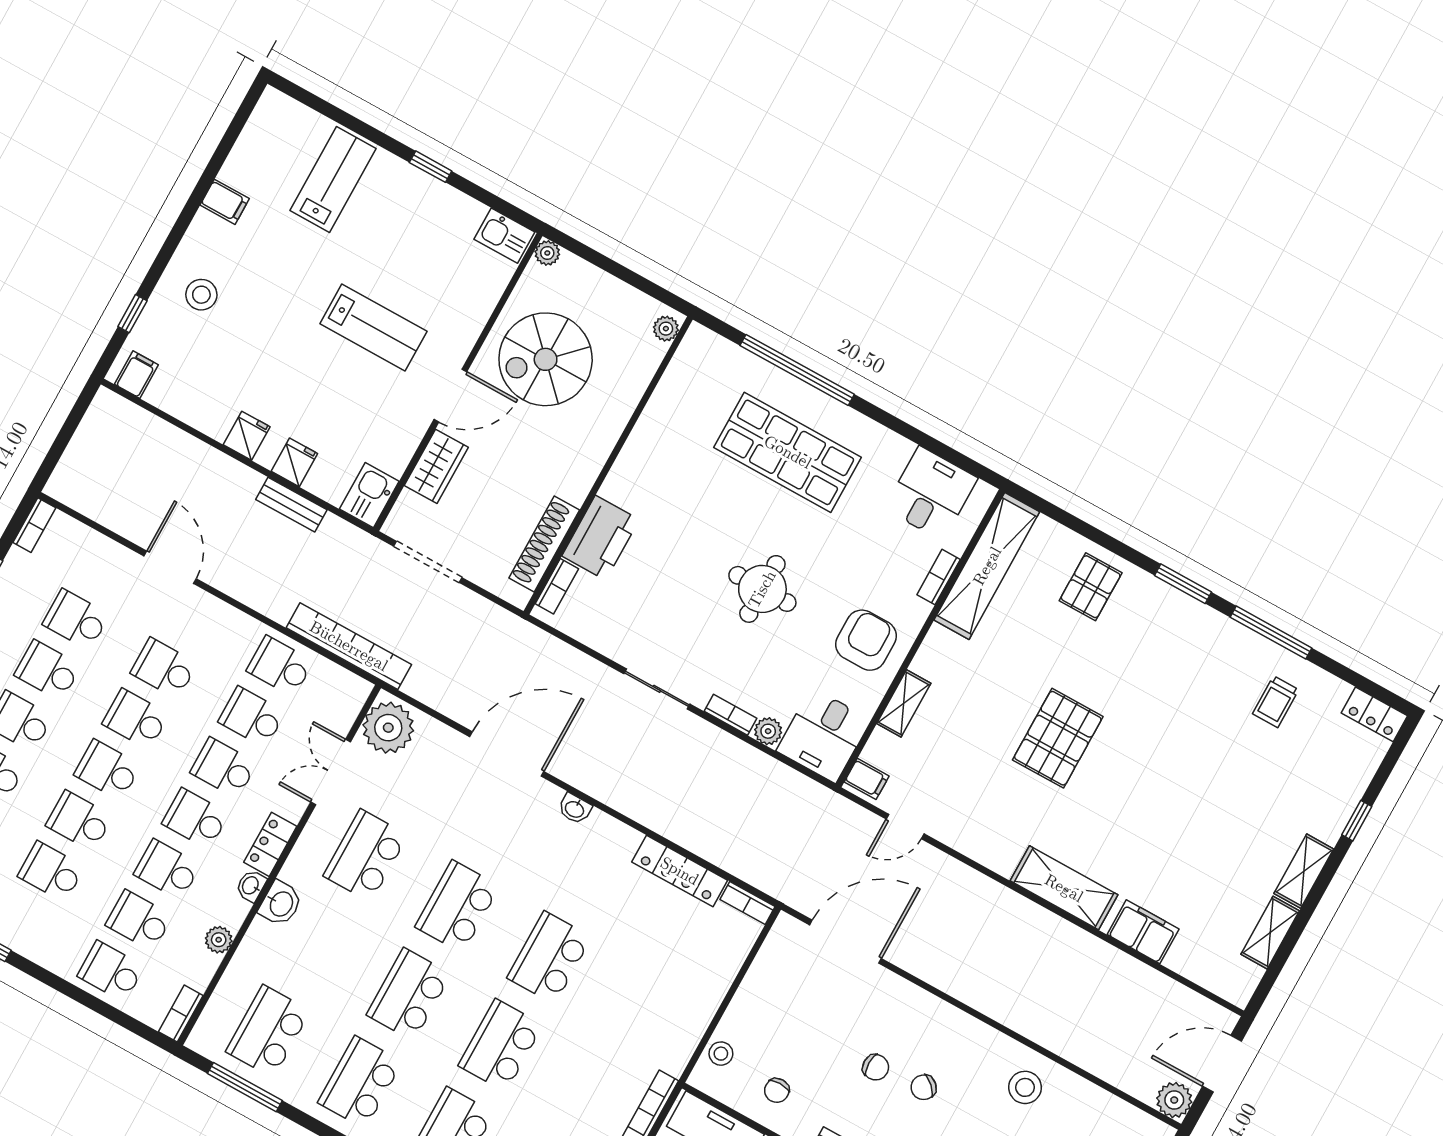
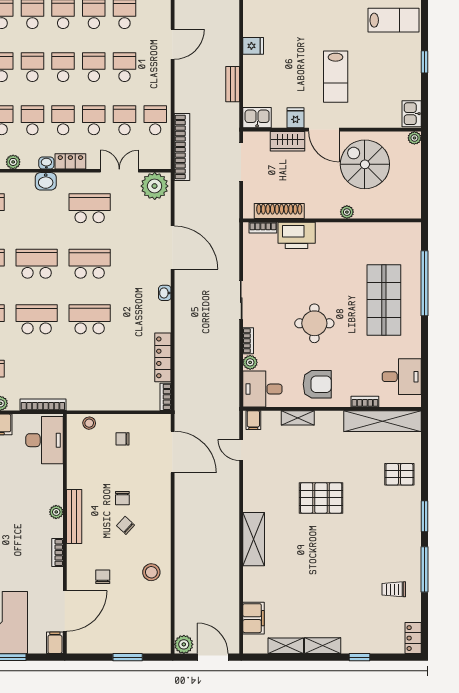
plant: (666, 329) -> (347, 212), moved
fridge: (294, 462) -> (295, 118), moved, turned -90
filing cabinet: (1143, 932) -> (254, 618), moved
chair: (777, 1090) -> (123, 439), moved

